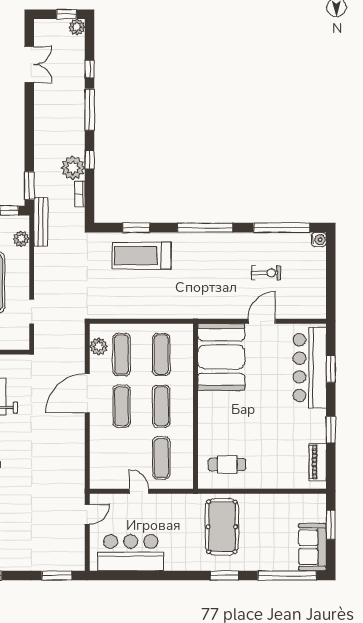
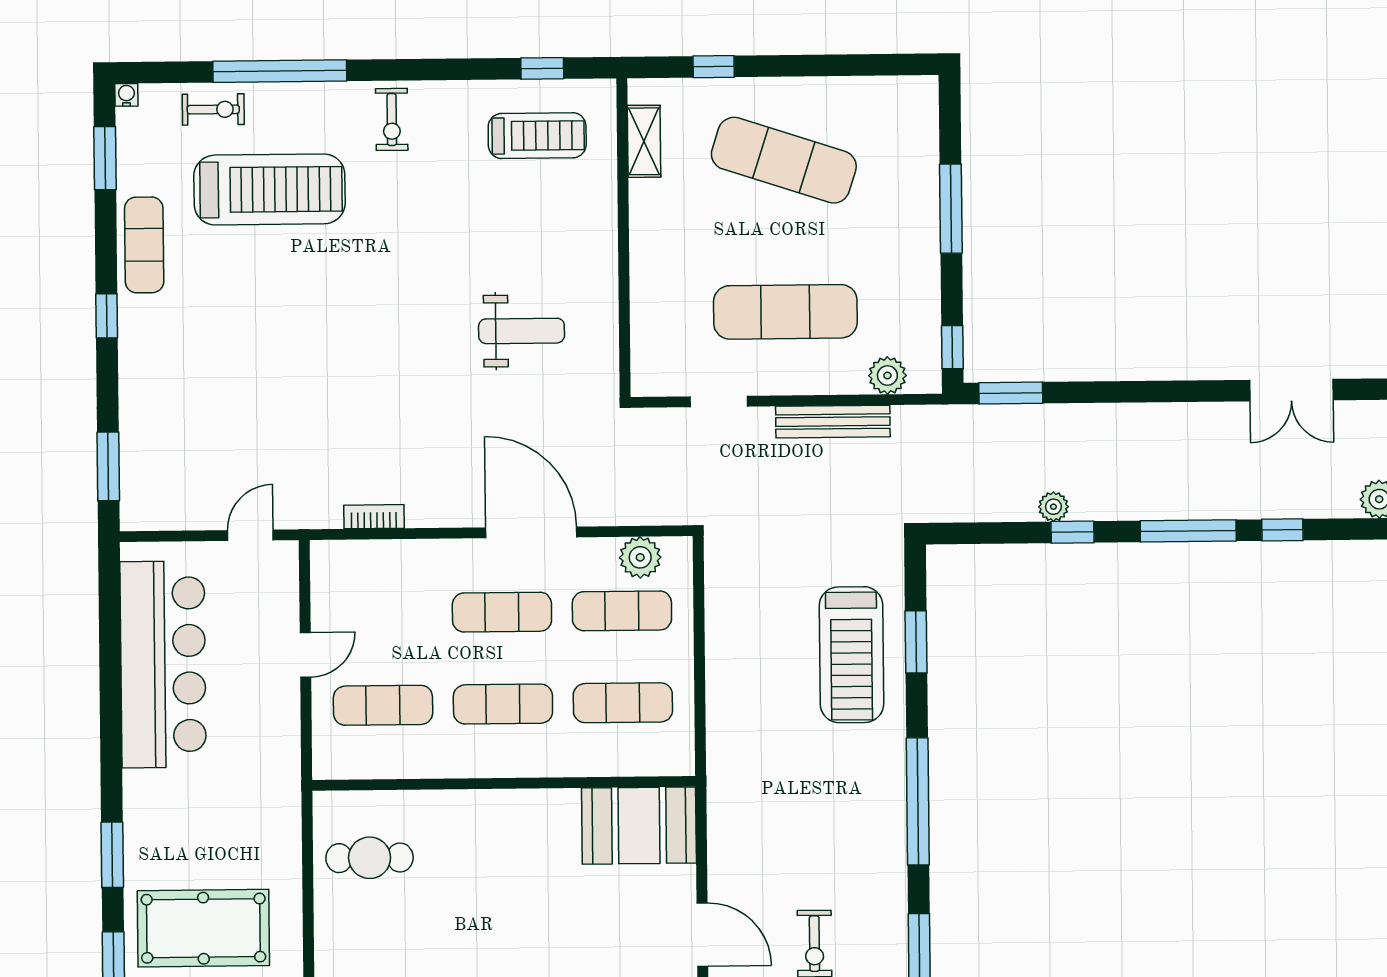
plant: (73, 168) -> (1053, 507), width x0.53, depth x0.53
bookcase: (80, 194) -> (374, 517), moved
bench: (41, 222) -> (833, 422), moved
treadmill: (142, 256) -> (851, 655), turned 180
booth: (221, 357) -> (639, 826), width x0.73, depth x0.70
cafe table: (227, 465) -> (370, 858), turned 90
door: (87, 515) -> (250, 535), swing flipped
pool table: (222, 527) -> (203, 928), moved
bar counter: (131, 553) -> (163, 664), width x1.36

